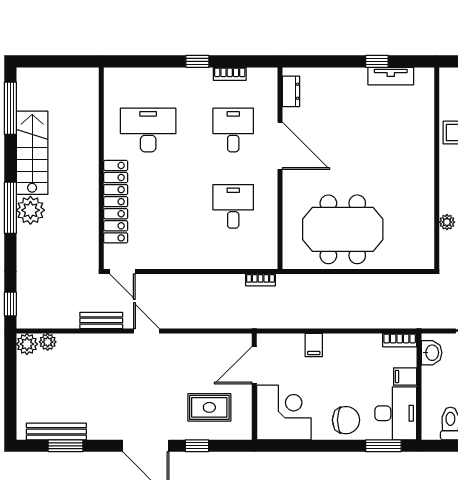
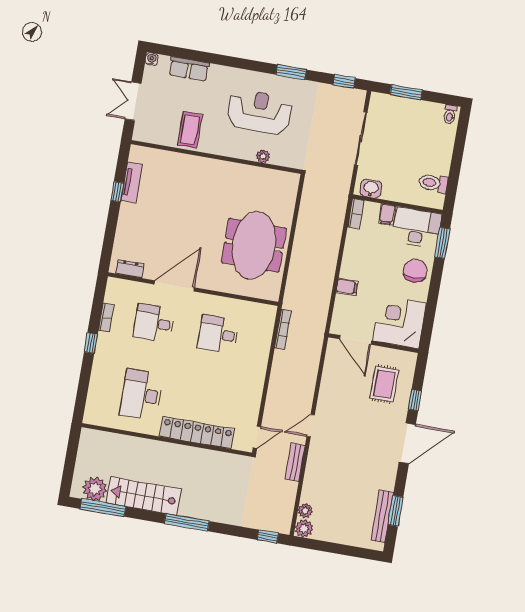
plant: (30, 210) -> (95, 489), moved
bookcase: (260, 280) -> (283, 329), width x1.56

